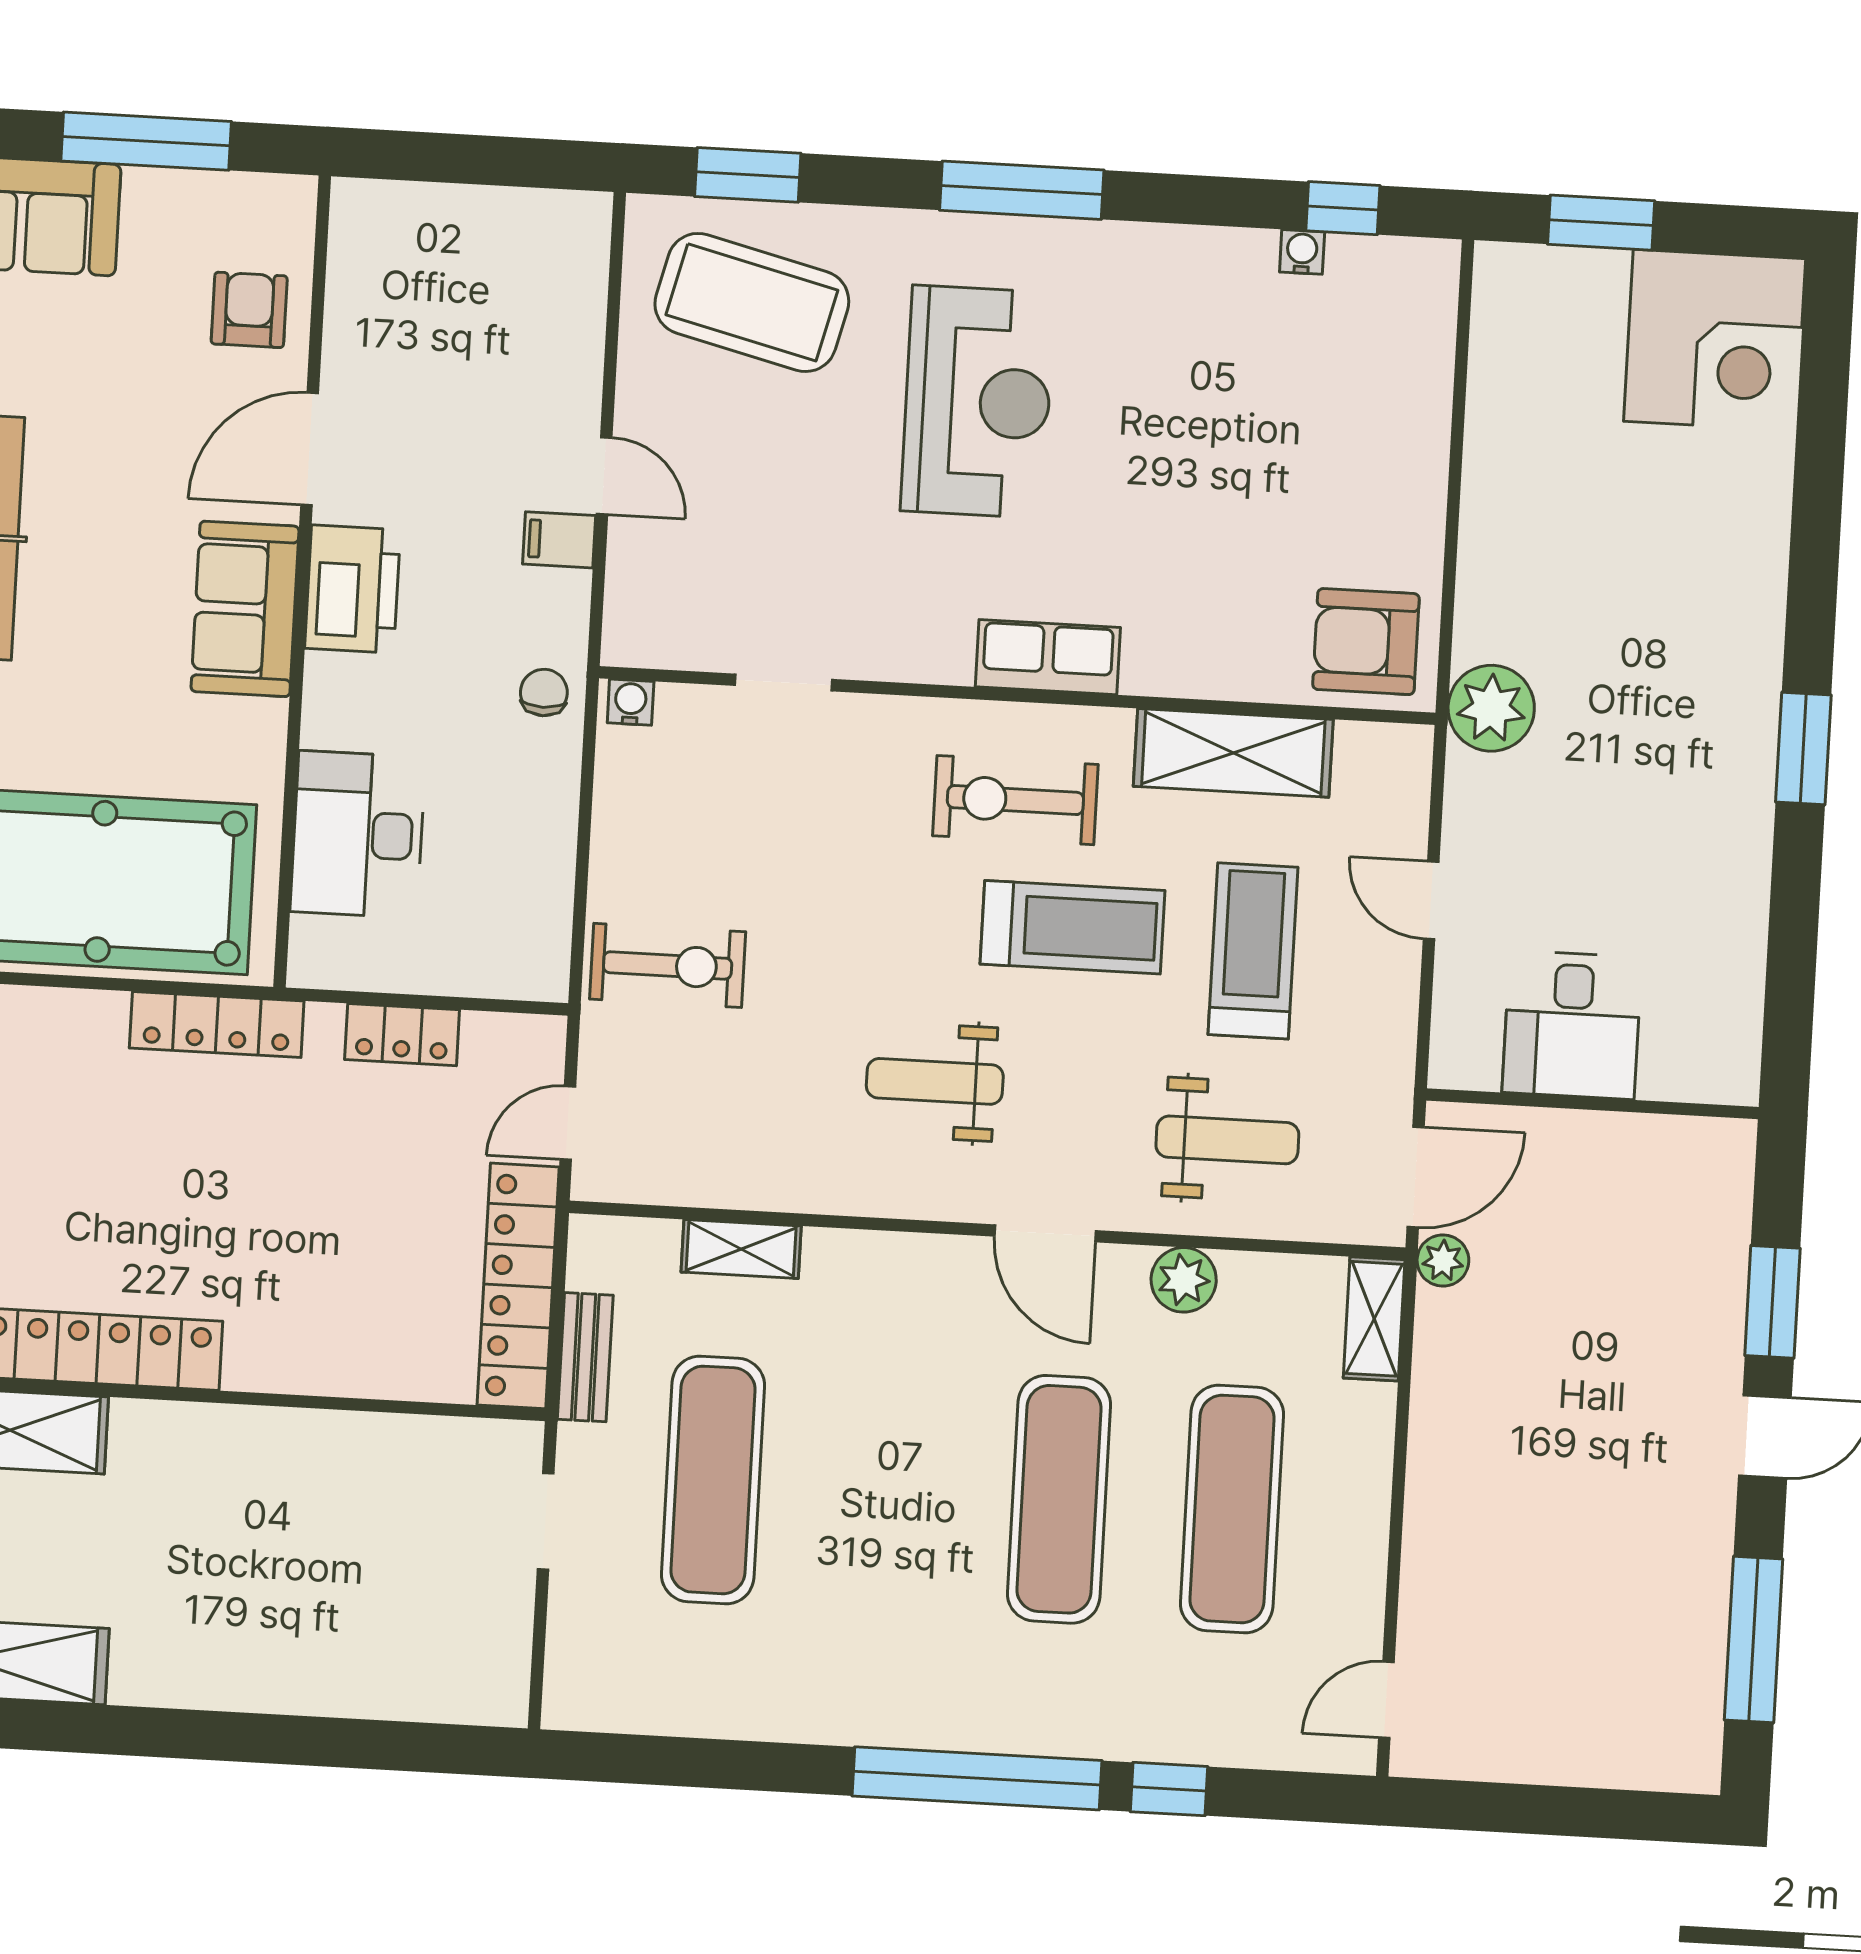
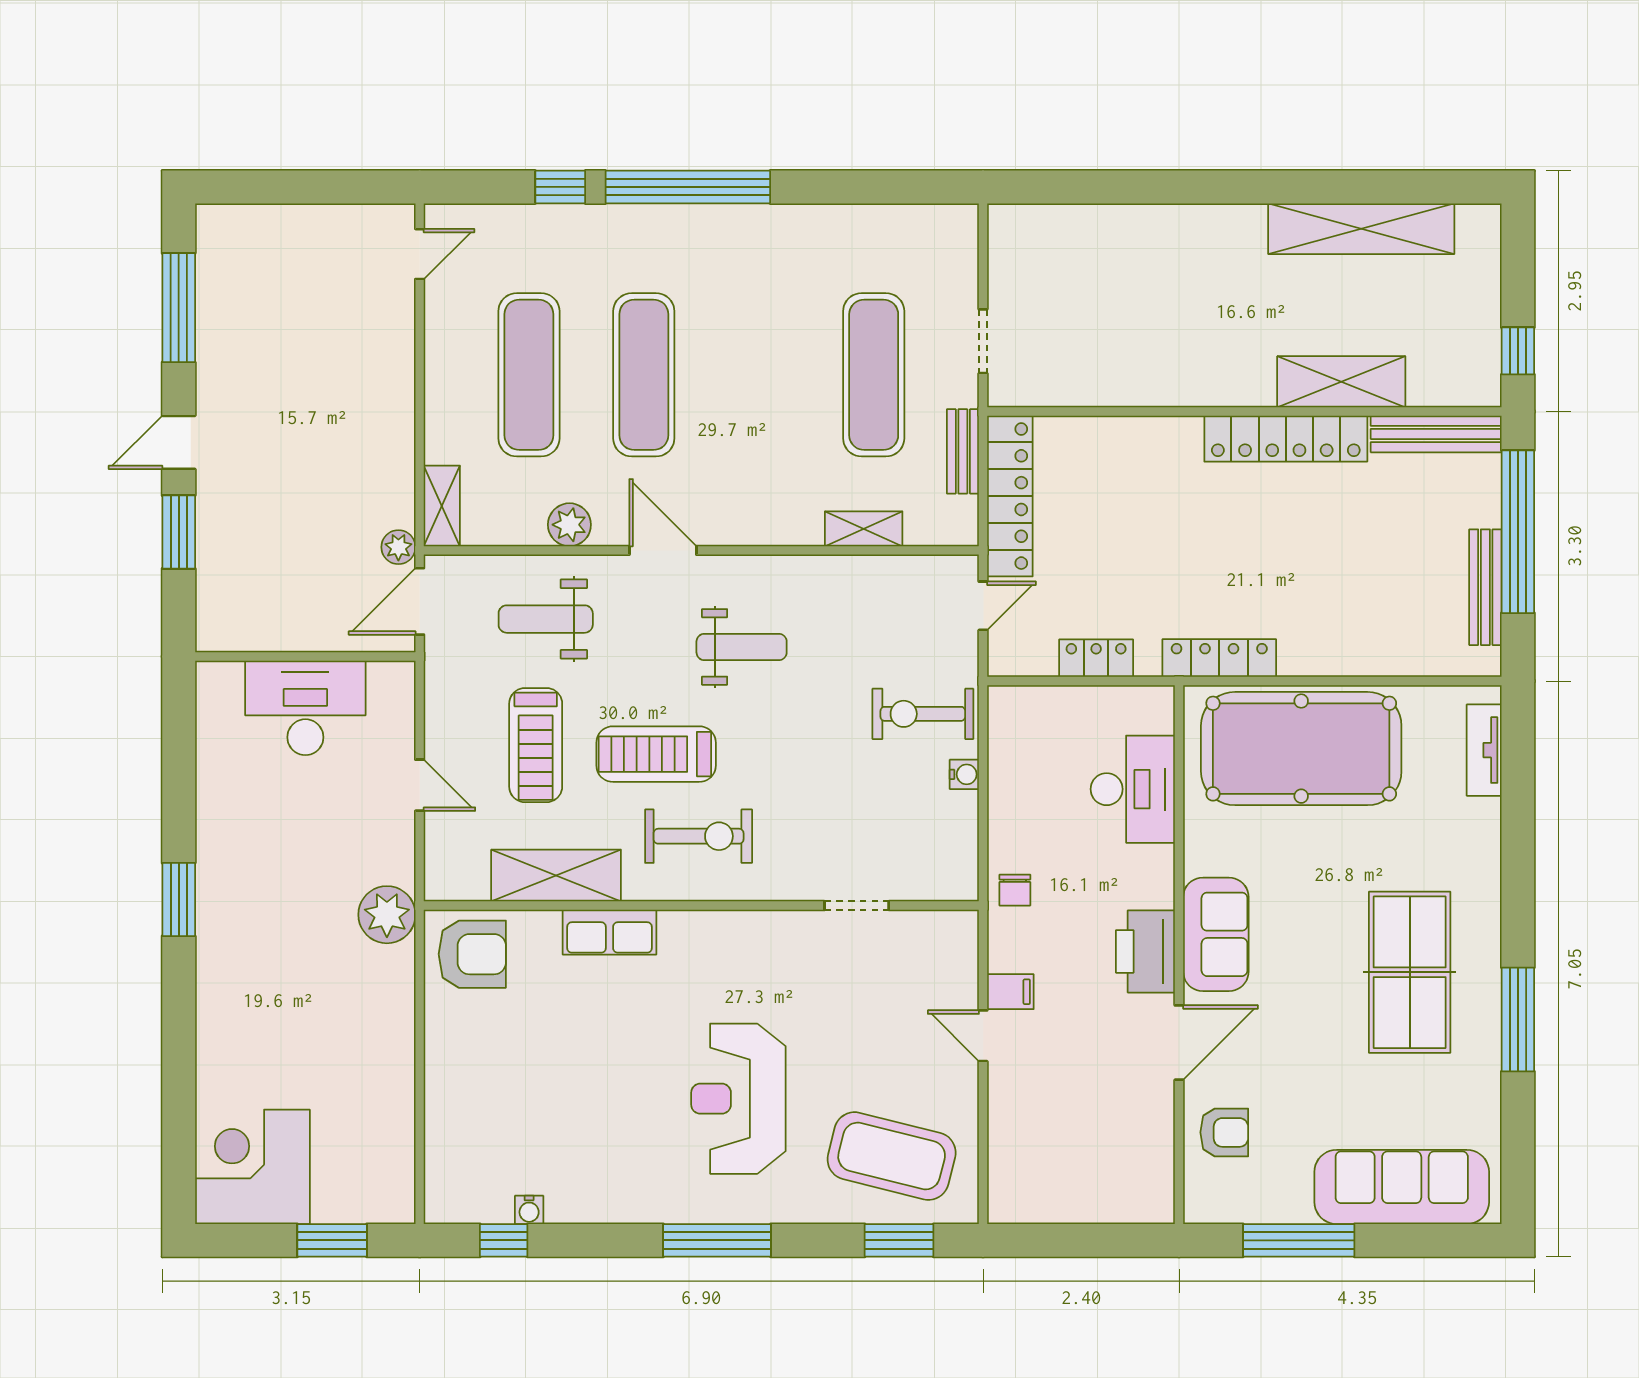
armchair: (249, 310) -> (1224, 1132), turned -90
row of seats: (1048, 657) -> (609, 932), moved
water cooler: (631, 702) -> (964, 774), moved, turned -90
desk: (1572, 1025) -> (305, 708), width x1.37

